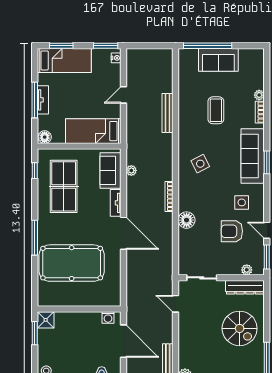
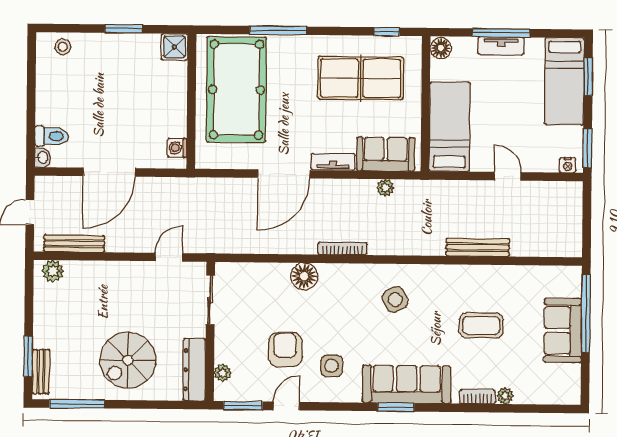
wall: (79, 309) -> (191, 101), moved
washing machine: (108, 318) -> (177, 148), moved
shower: (46, 320) -> (174, 47), moved

